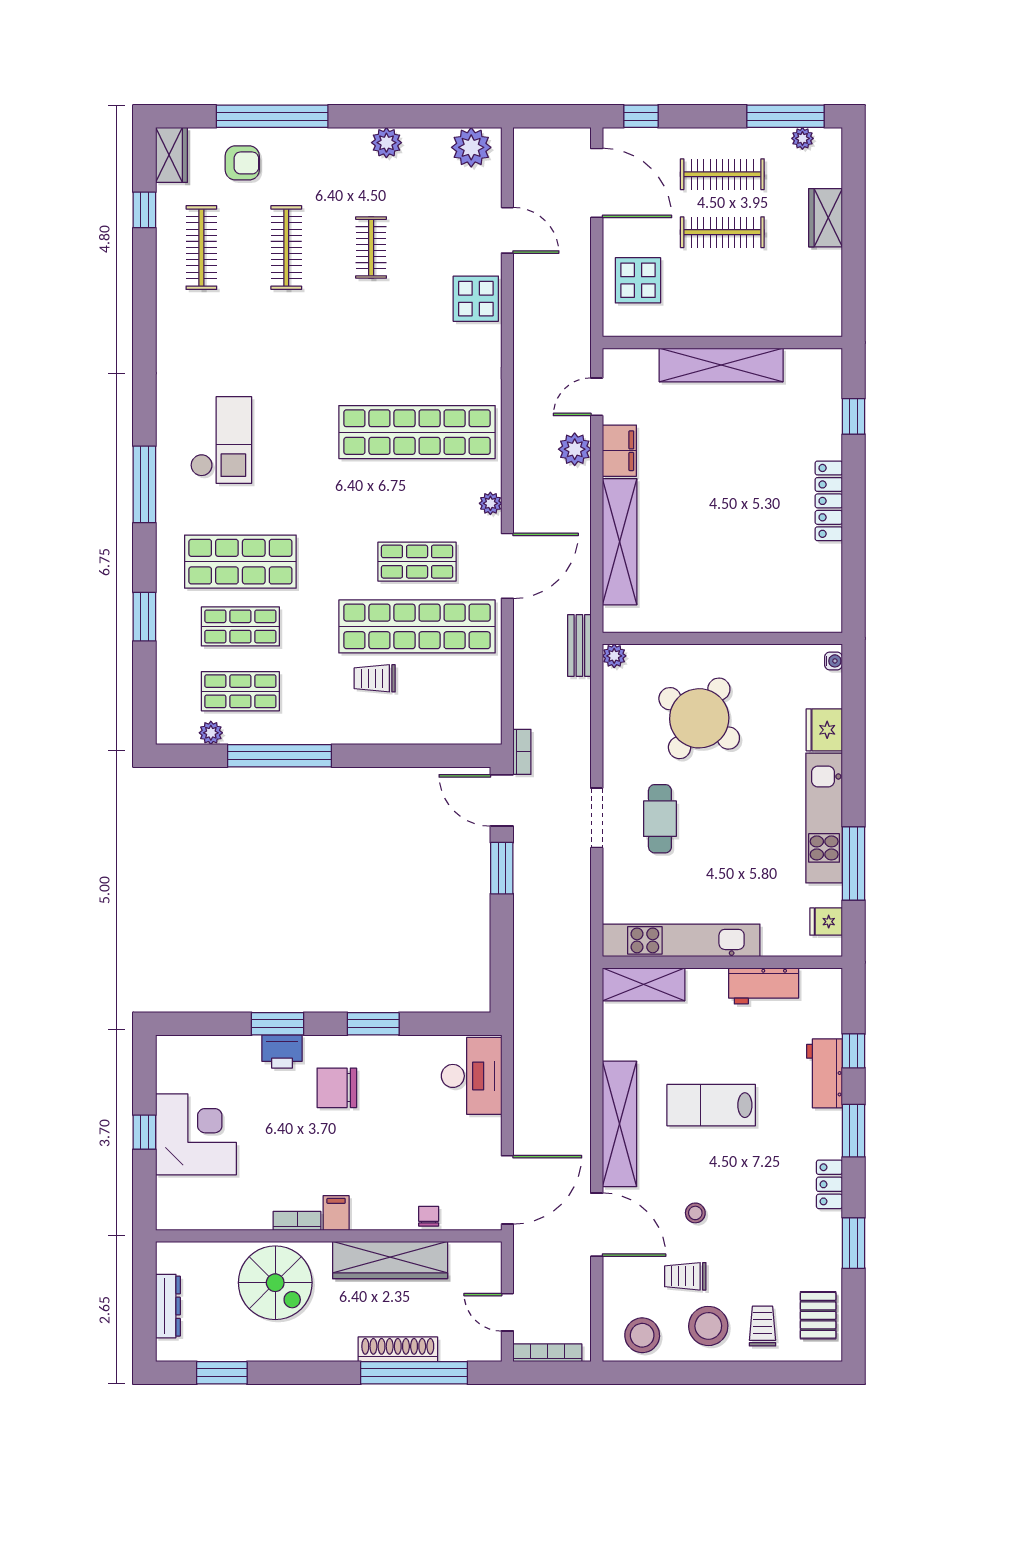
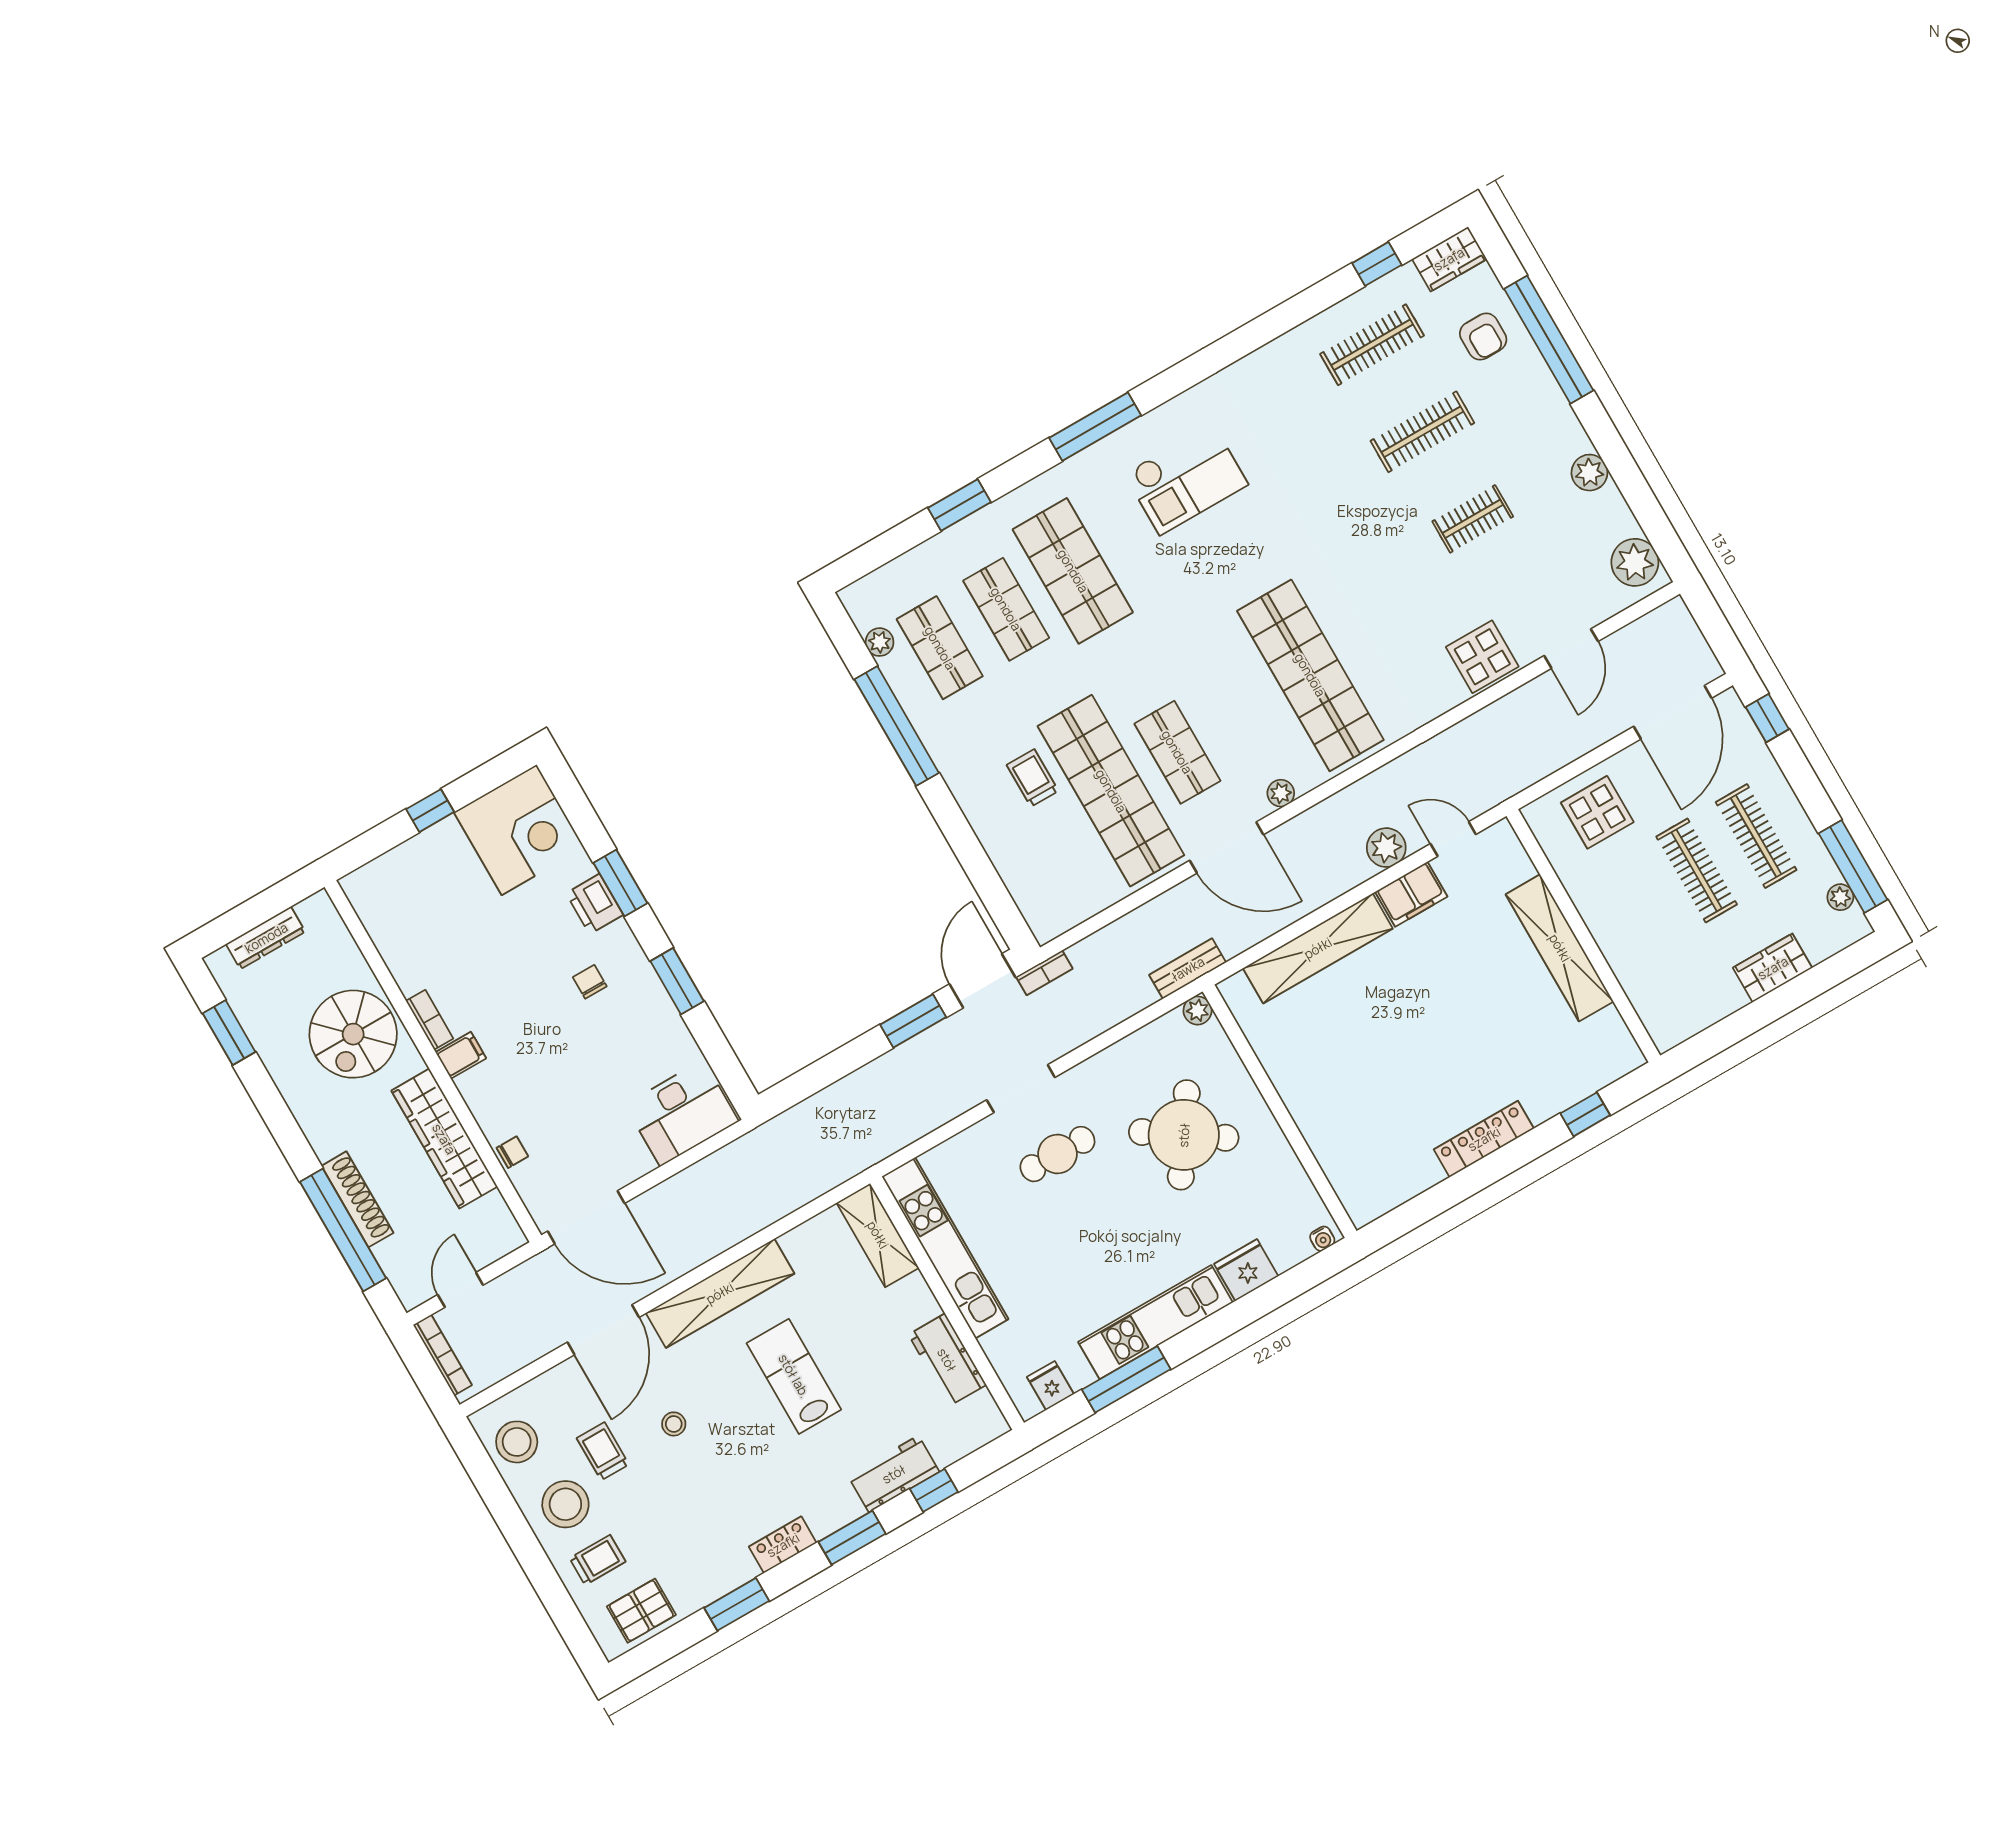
chair: (337, 1088) -> (590, 982), width x0.54, depth x0.54
corner desk: (196, 1134) -> (519, 830), moved

